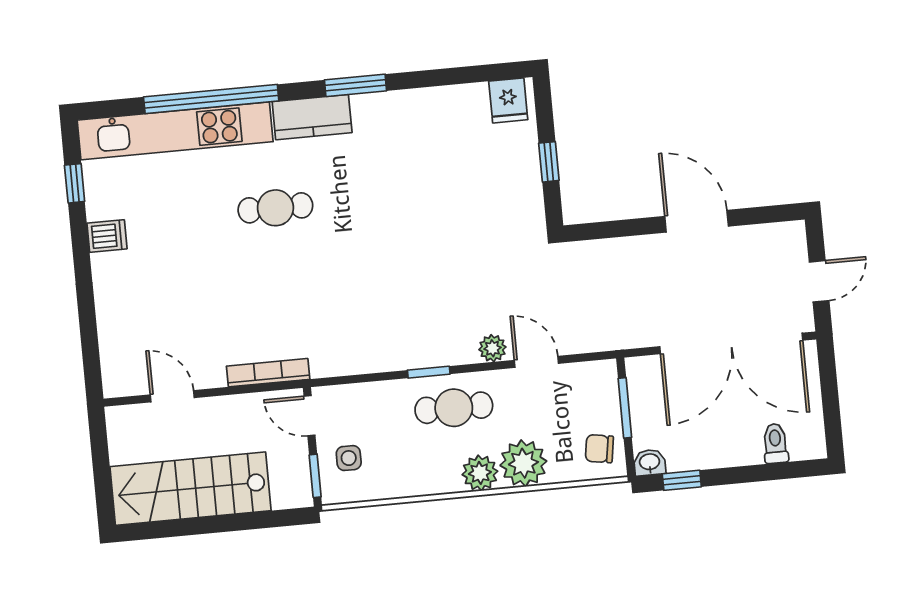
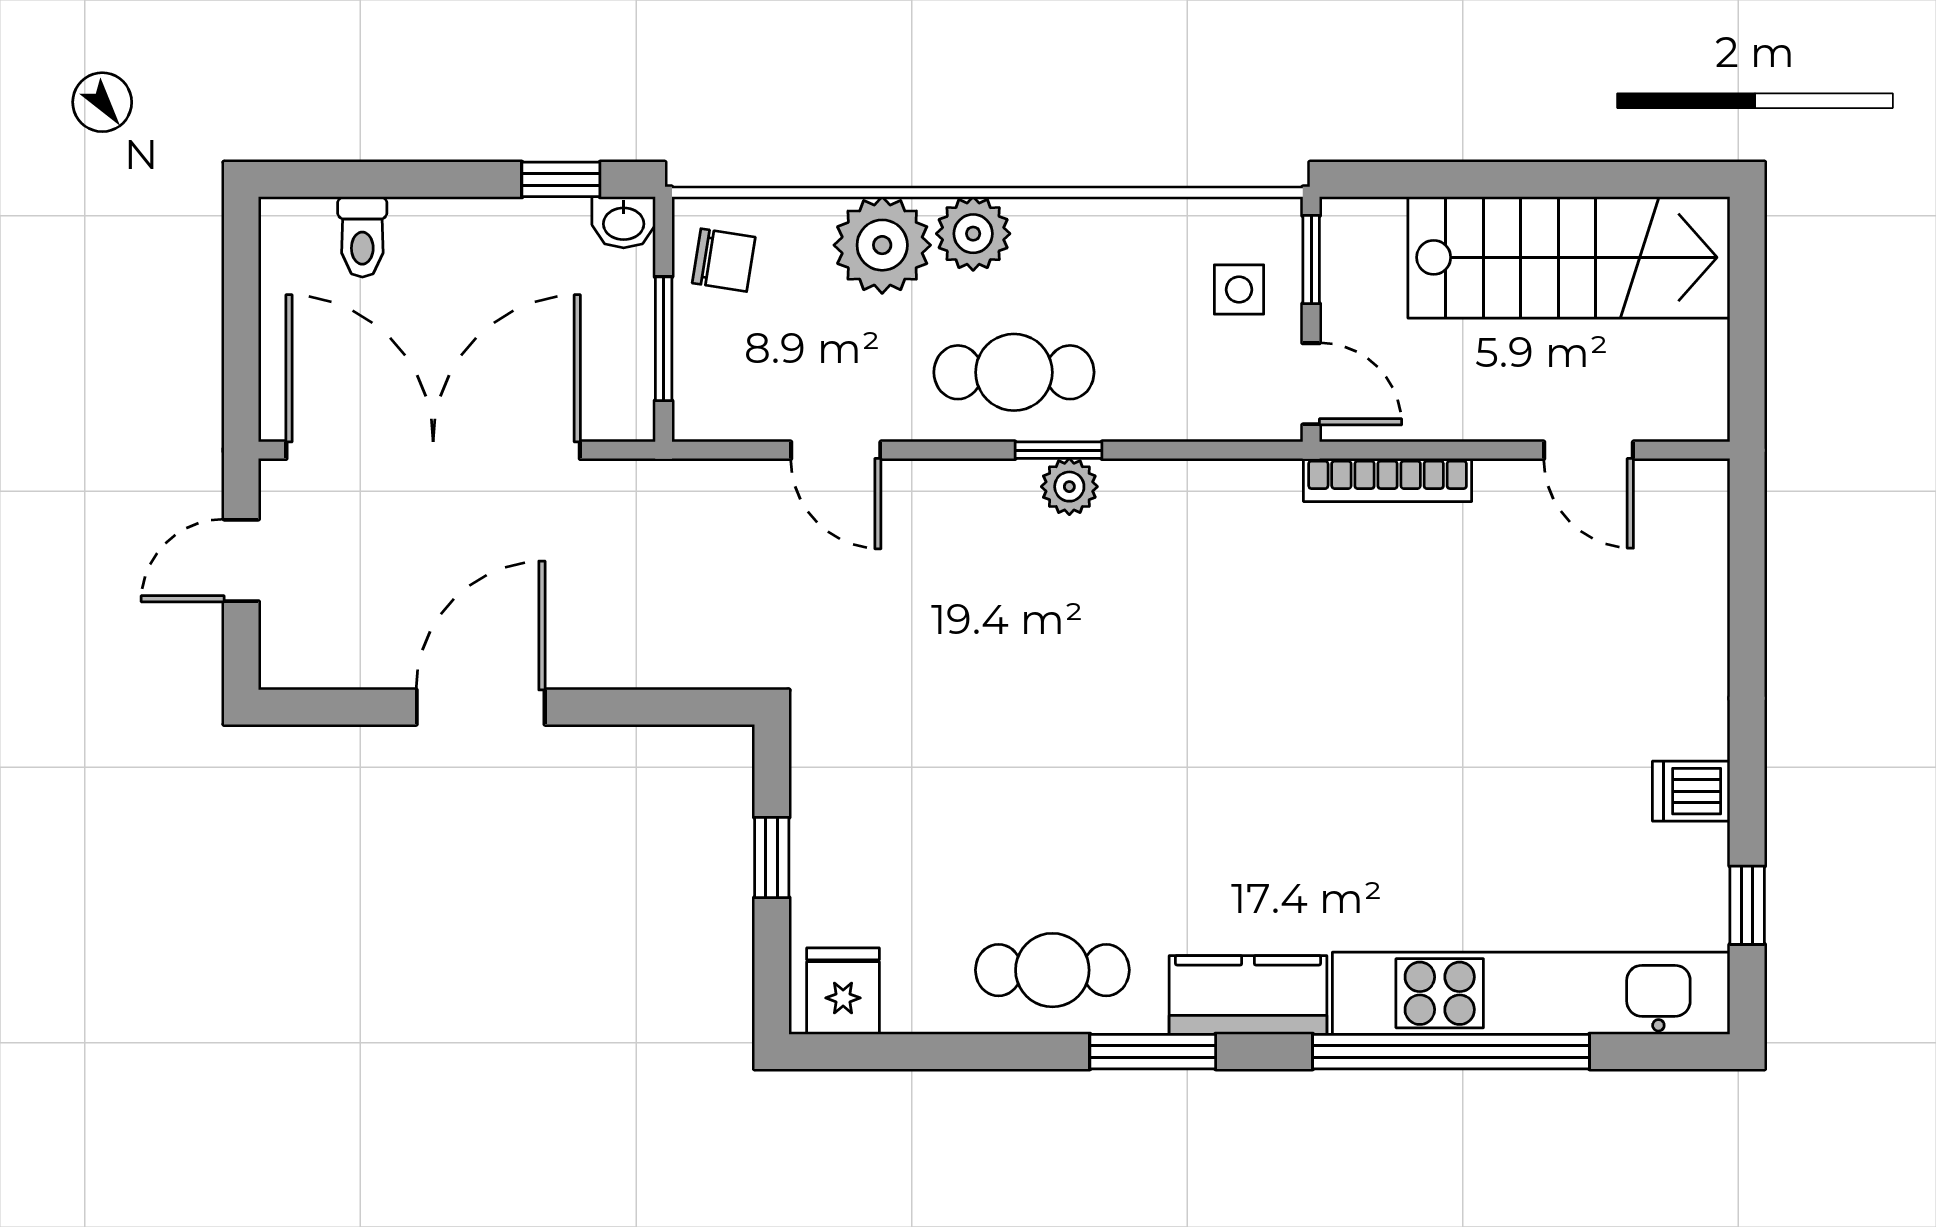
cafe table: (275, 208) -> (1052, 970), moved
door: (697, 221) -> (481, 707), swing flipped
plant: (492, 348) -> (1069, 487), moved

